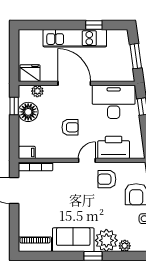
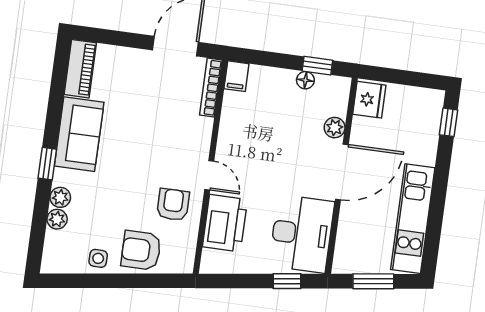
window: (94, 25) -> (449, 122), moved
kitchen unit: (75, 38) -> (413, 219), moved
plant: (37, 91) -> (335, 128), moved
floor lamp: (28, 112) -> (305, 80), width x0.53, depth x0.53
armchair: (70, 127) -> (269, 155), removed
plant: (106, 240) -> (60, 197), width x0.53, depth x0.53

